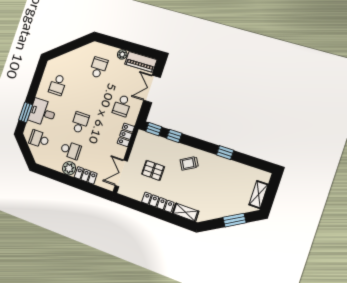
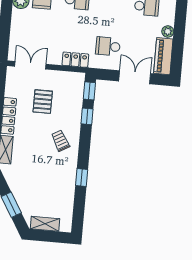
locker: (86, 175) -> (18, 23), removed

